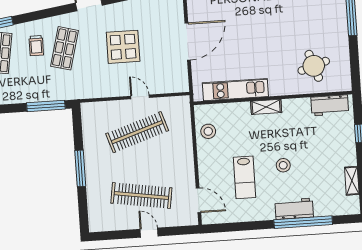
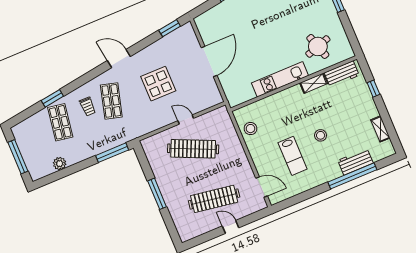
kitchen unit: (235, 90) -> (280, 79), moved
shelving: (266, 107) -> (314, 83), moved
clothes rail: (137, 132) -> (193, 149), turned 42
workbench: (294, 209) -> (355, 162), moved

